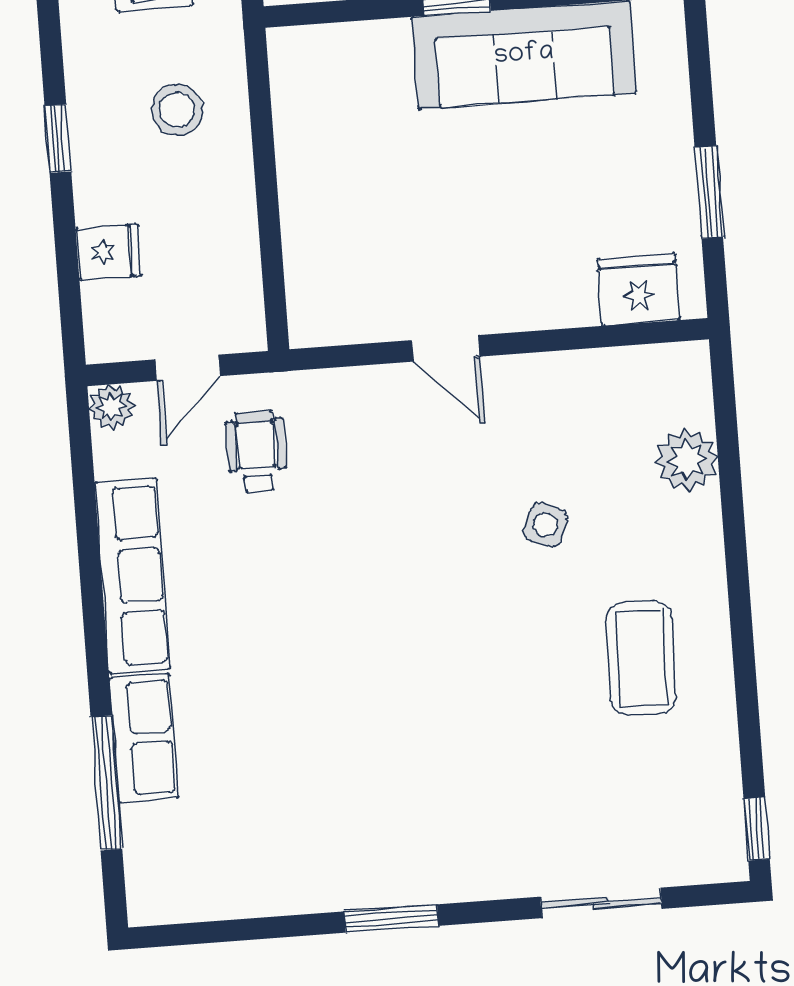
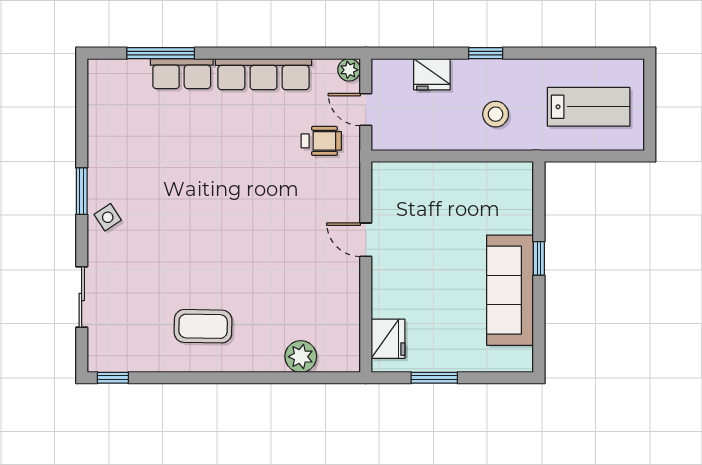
fridge: (108, 252) -> (432, 74), width x1.38
door: (446, 348) -> (366, 240), hinge flipped
side table: (545, 525) -> (108, 217), moved, turned 35

